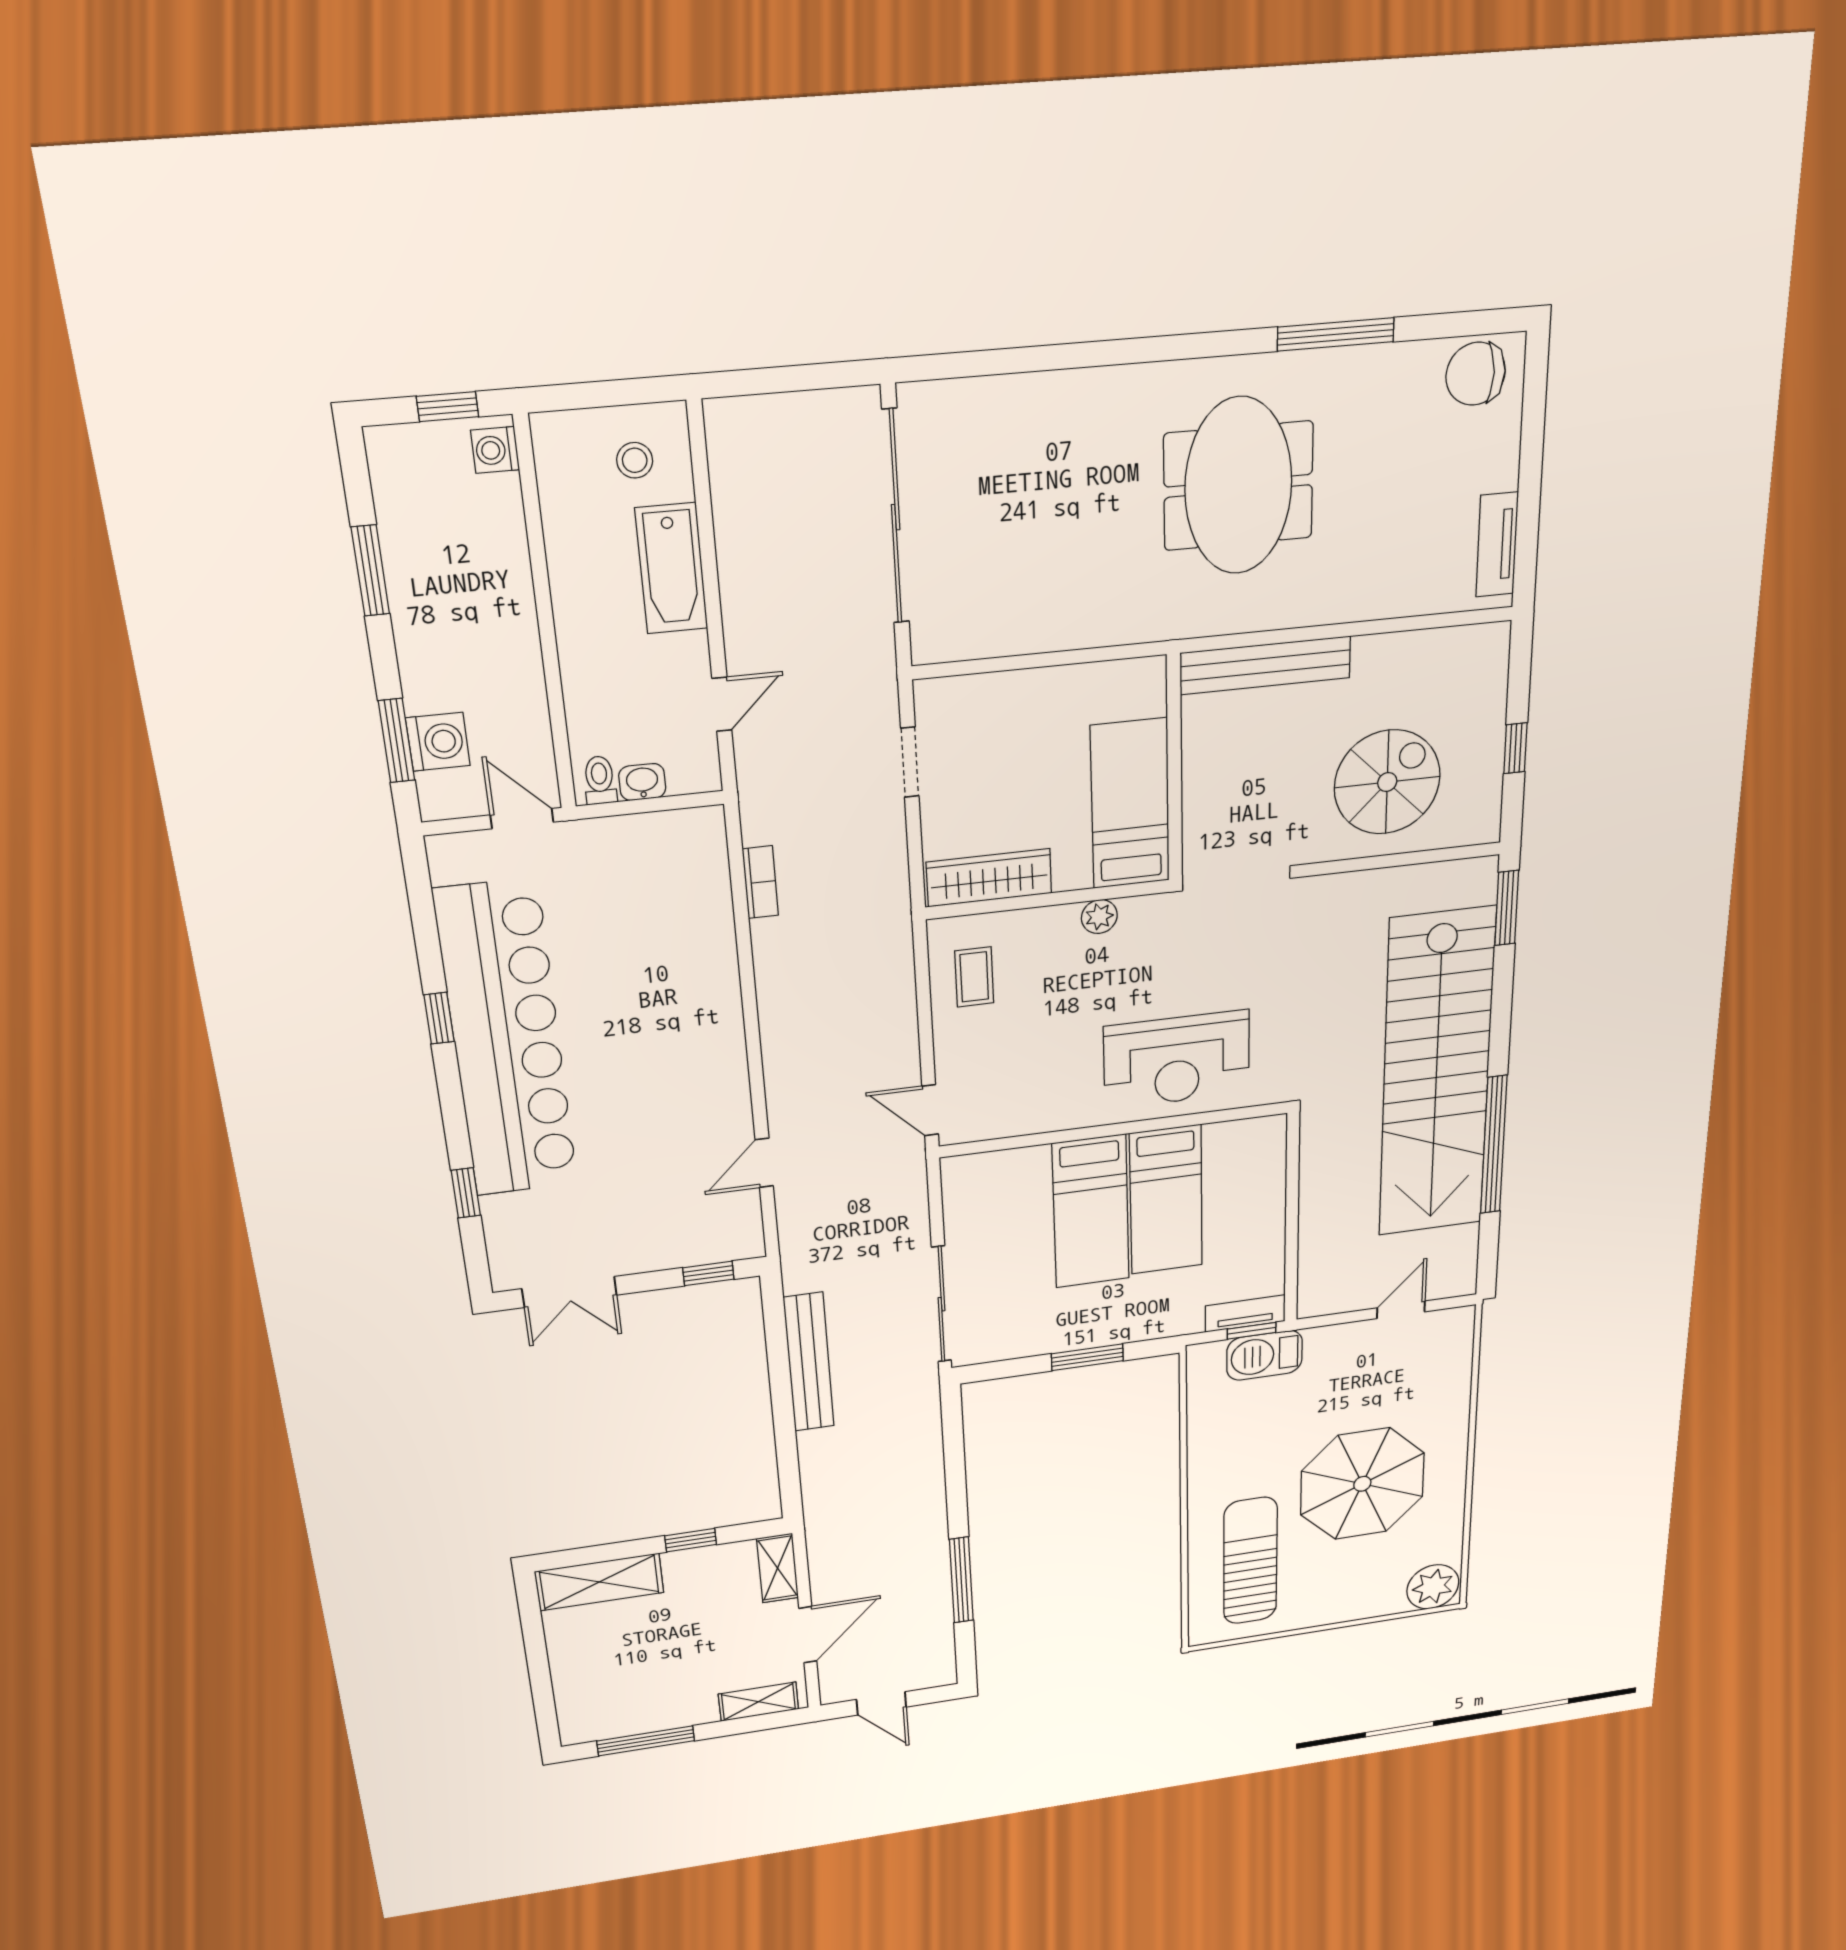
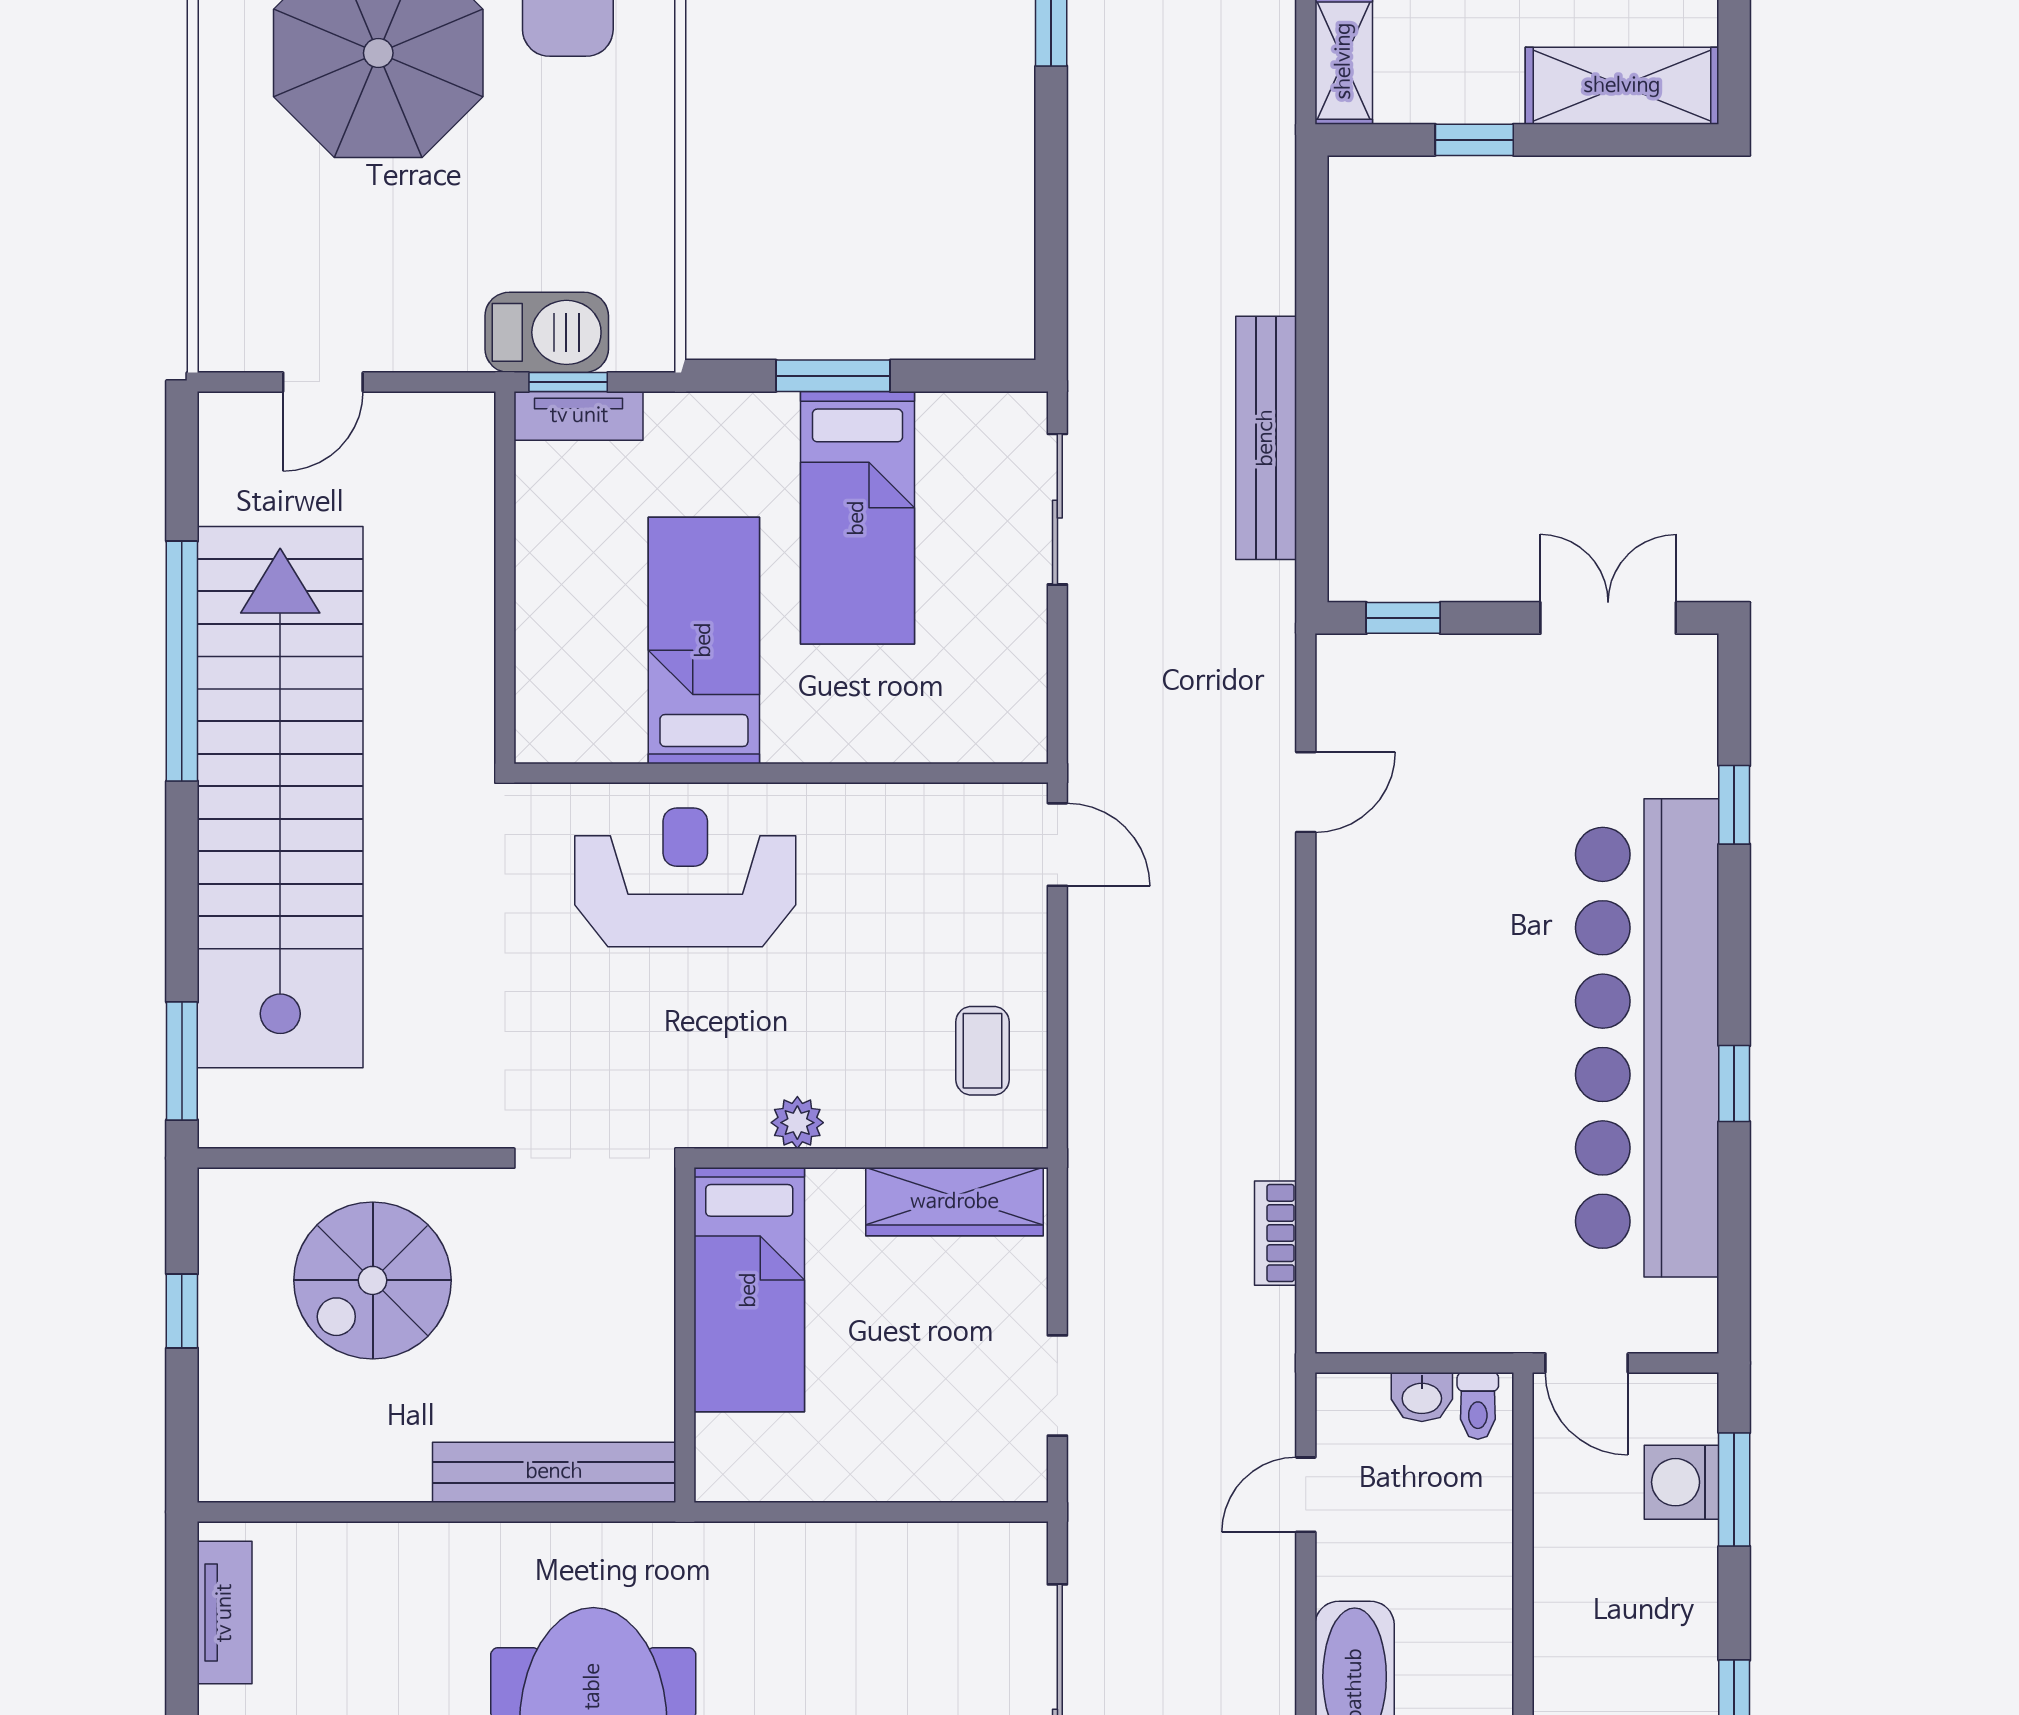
bed: (1091, 1212) -> (857, 518), moved, turned 180
sliding door: (941, 1304) -> (1057, 509), width x0.73

